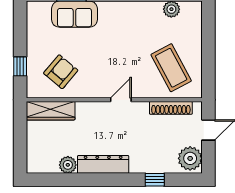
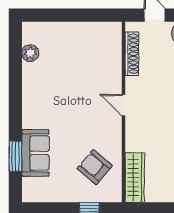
coffee table: (171, 68) -> (91, 53), removed

